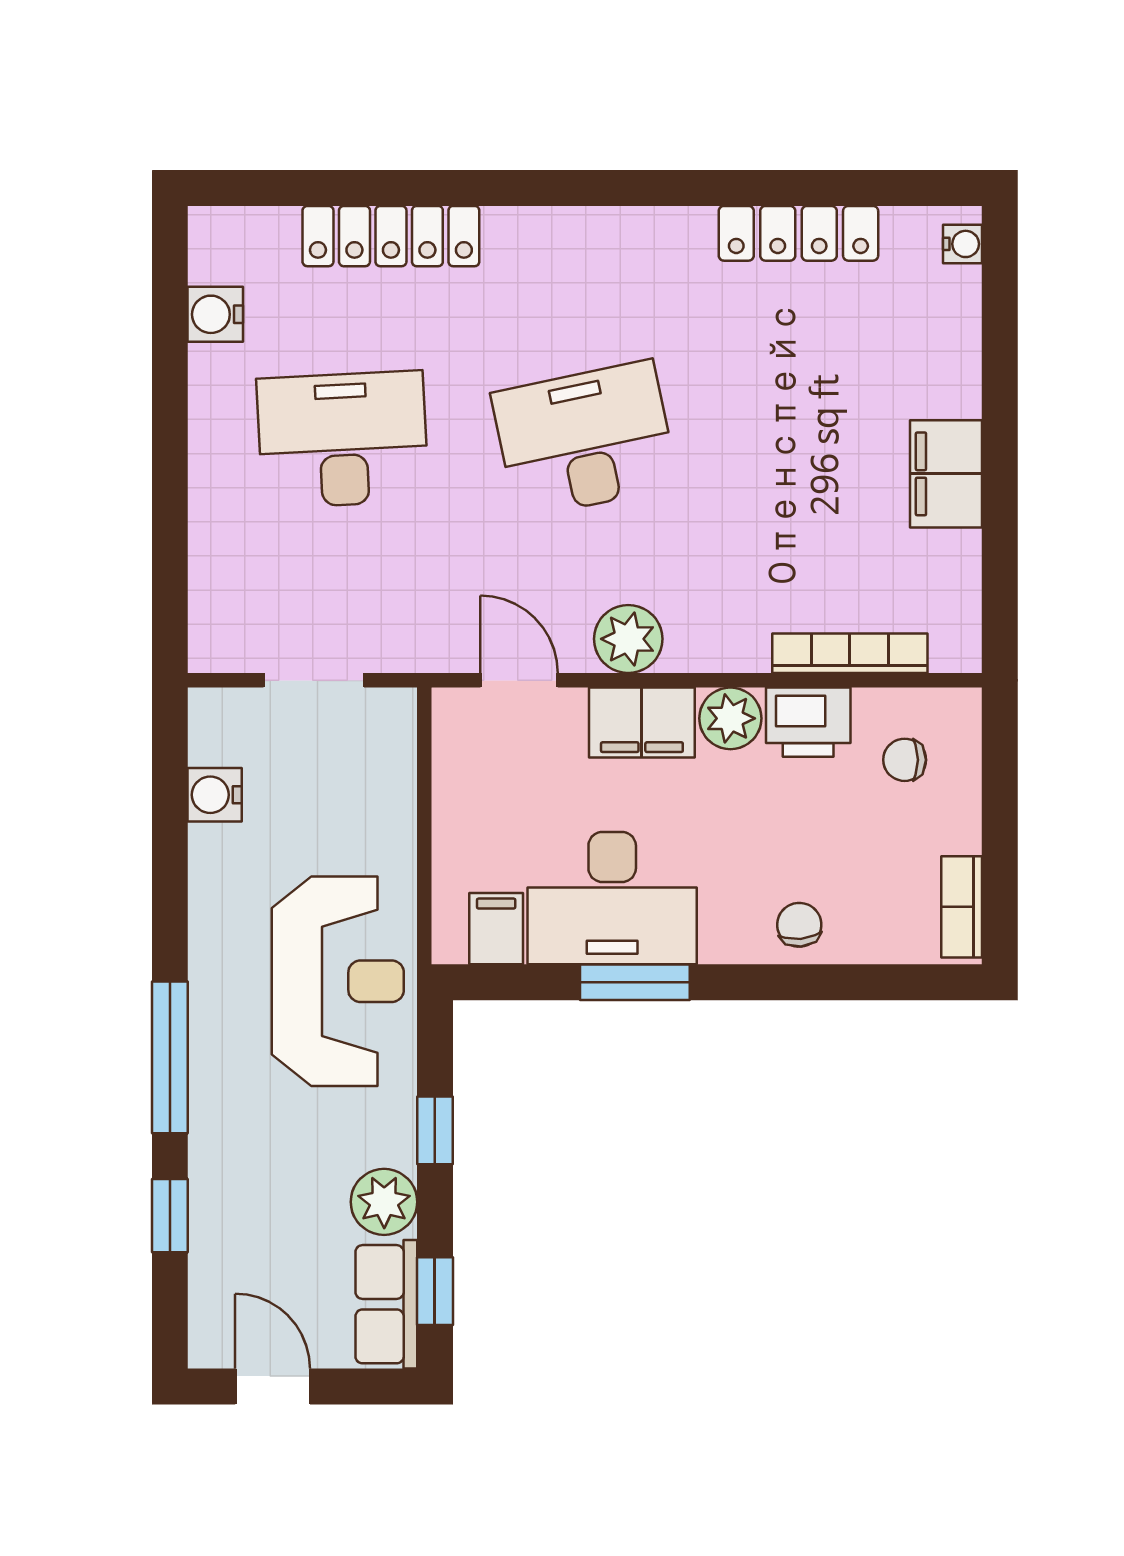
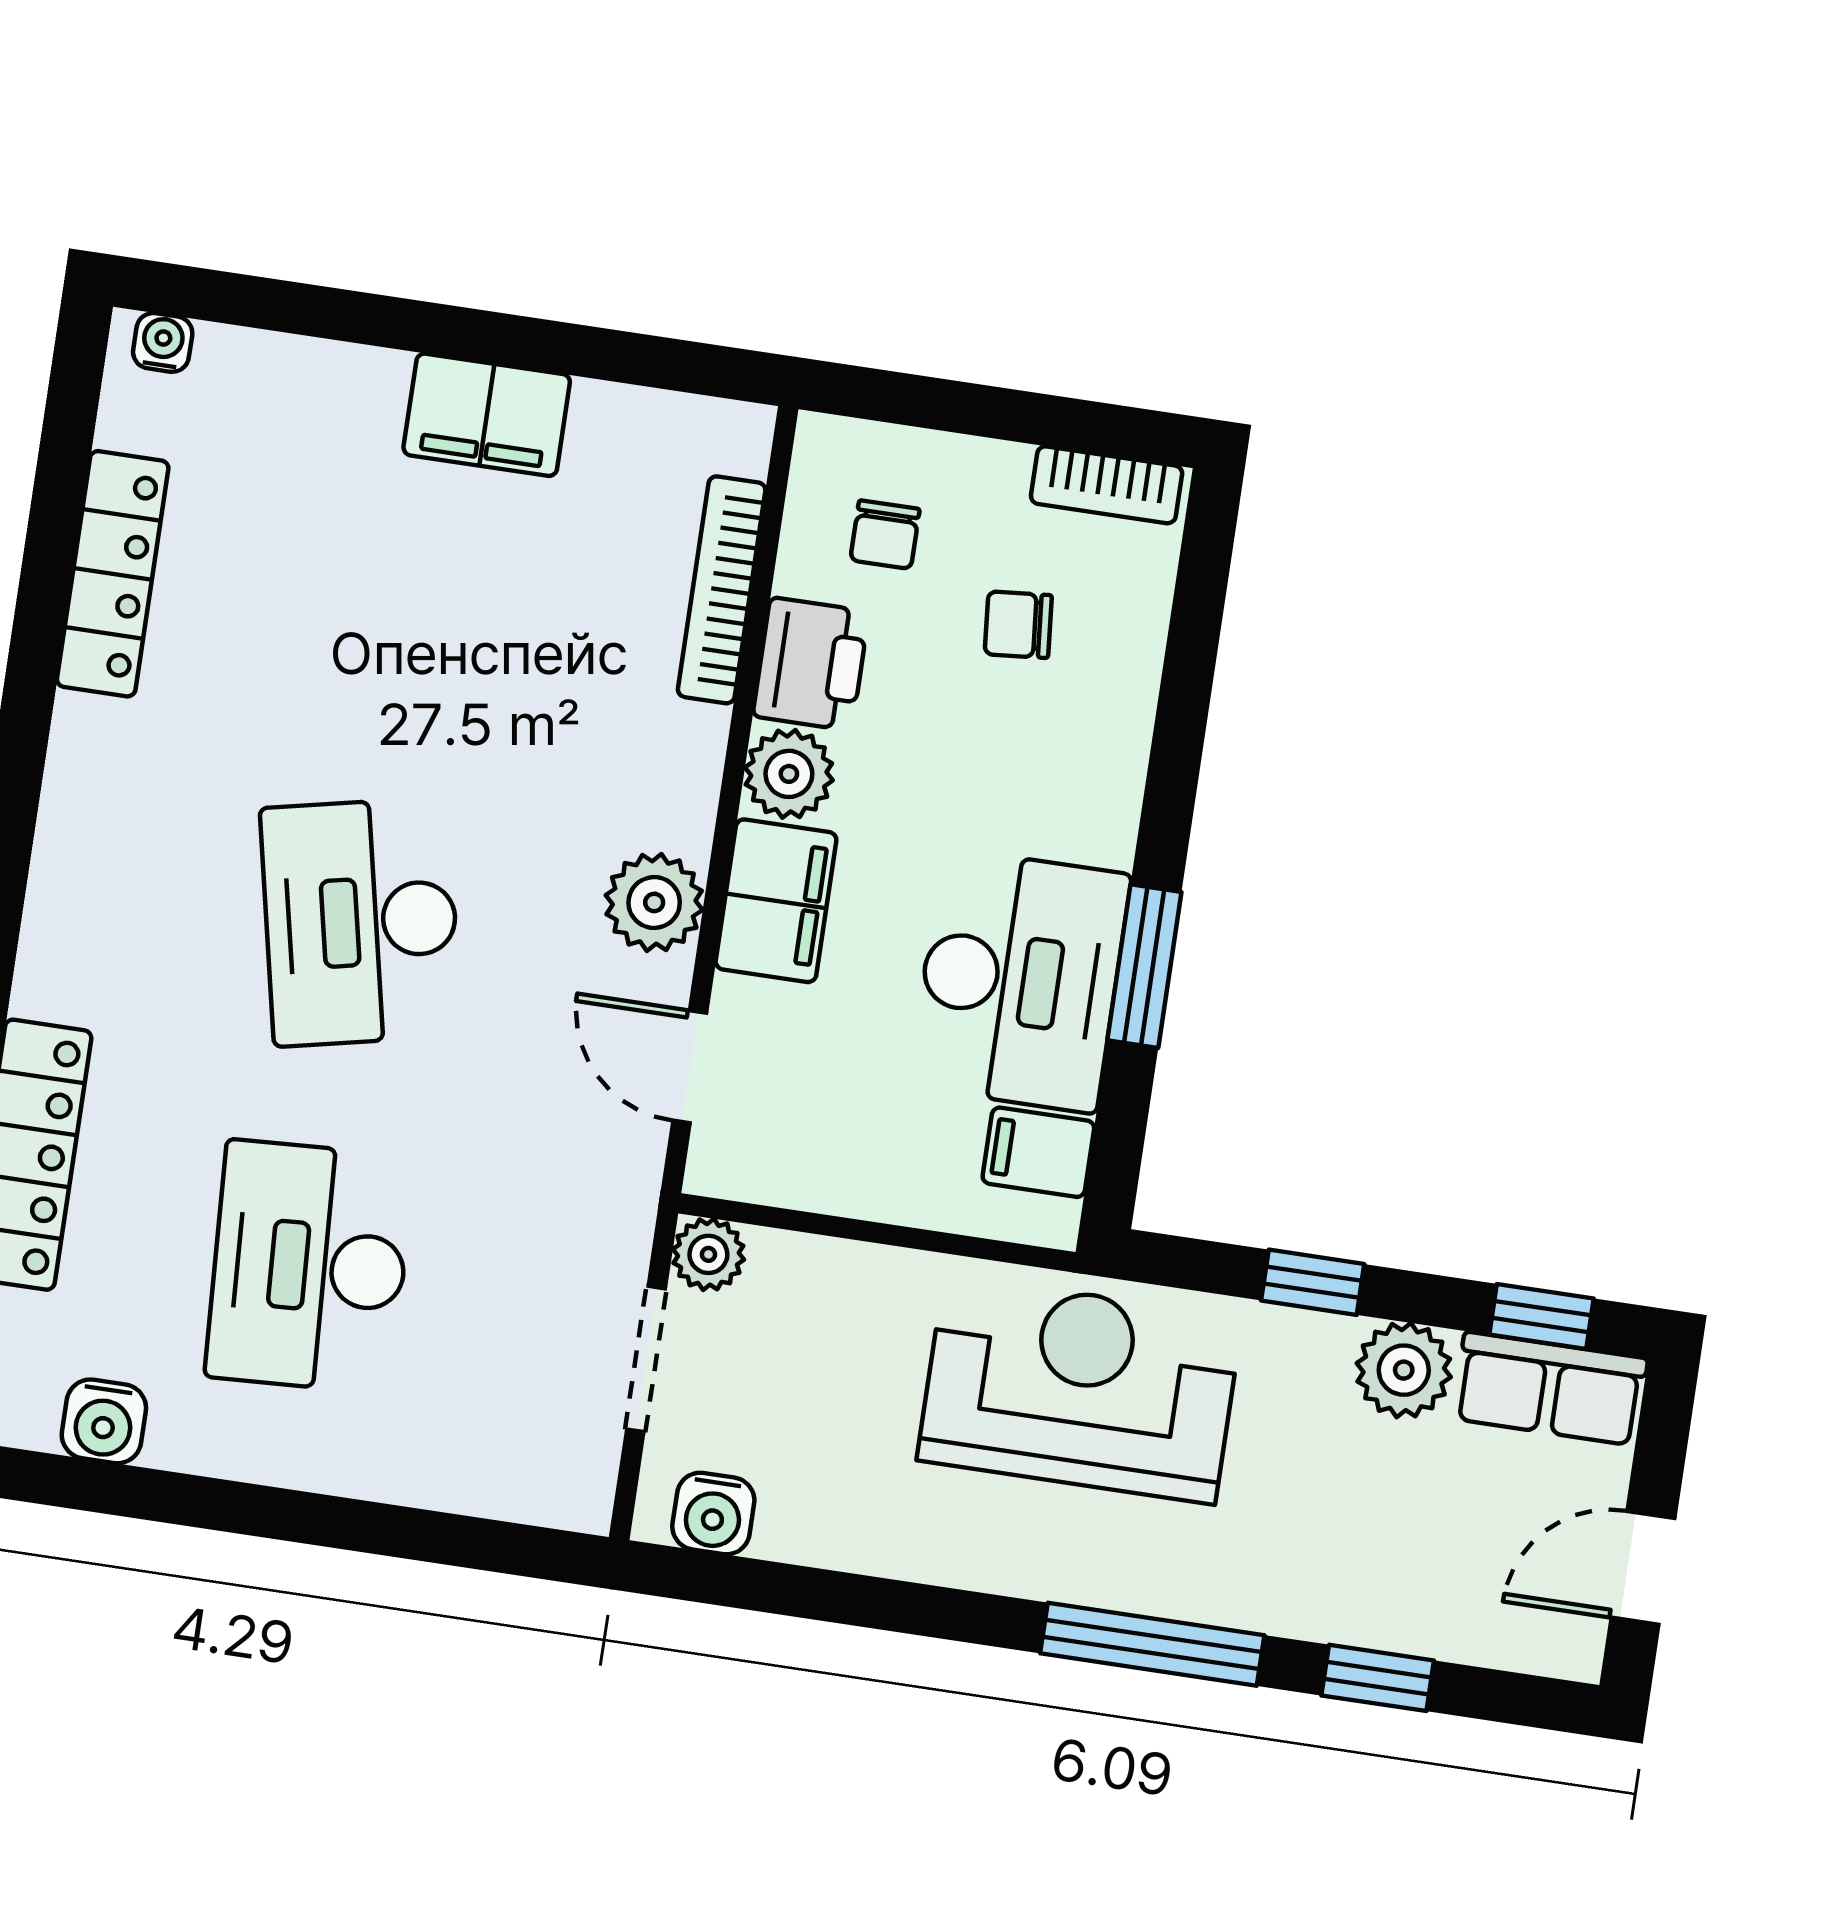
door: (519, 680) -> (690, 1067), hinge flipped
plant: (392, 712) -> (708, 1254), added
water cooler: (215, 795) -> (713, 1514), moved
chair: (799, 925) -> (1018, 625), moved

